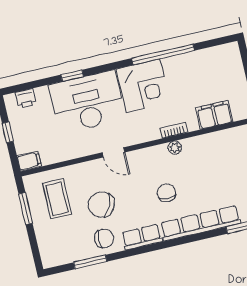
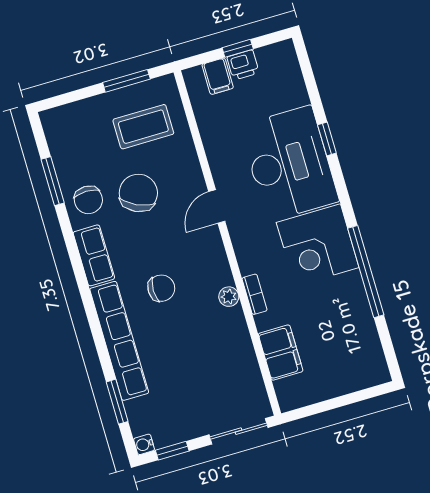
printer: (26, 98) -> (243, 65), moved, turned -90
filing cabinet: (29, 161) -> (218, 76), moved

